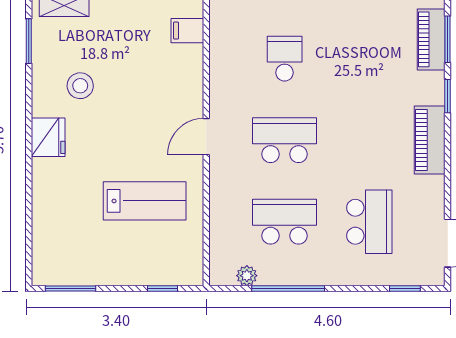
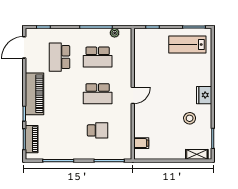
school desk: (285, 59) -> (98, 130), turned -90
piano: (430, 140) -> (35, 94), width x1.37, depth x1.33
lab bench: (145, 201) -> (187, 44), moved

